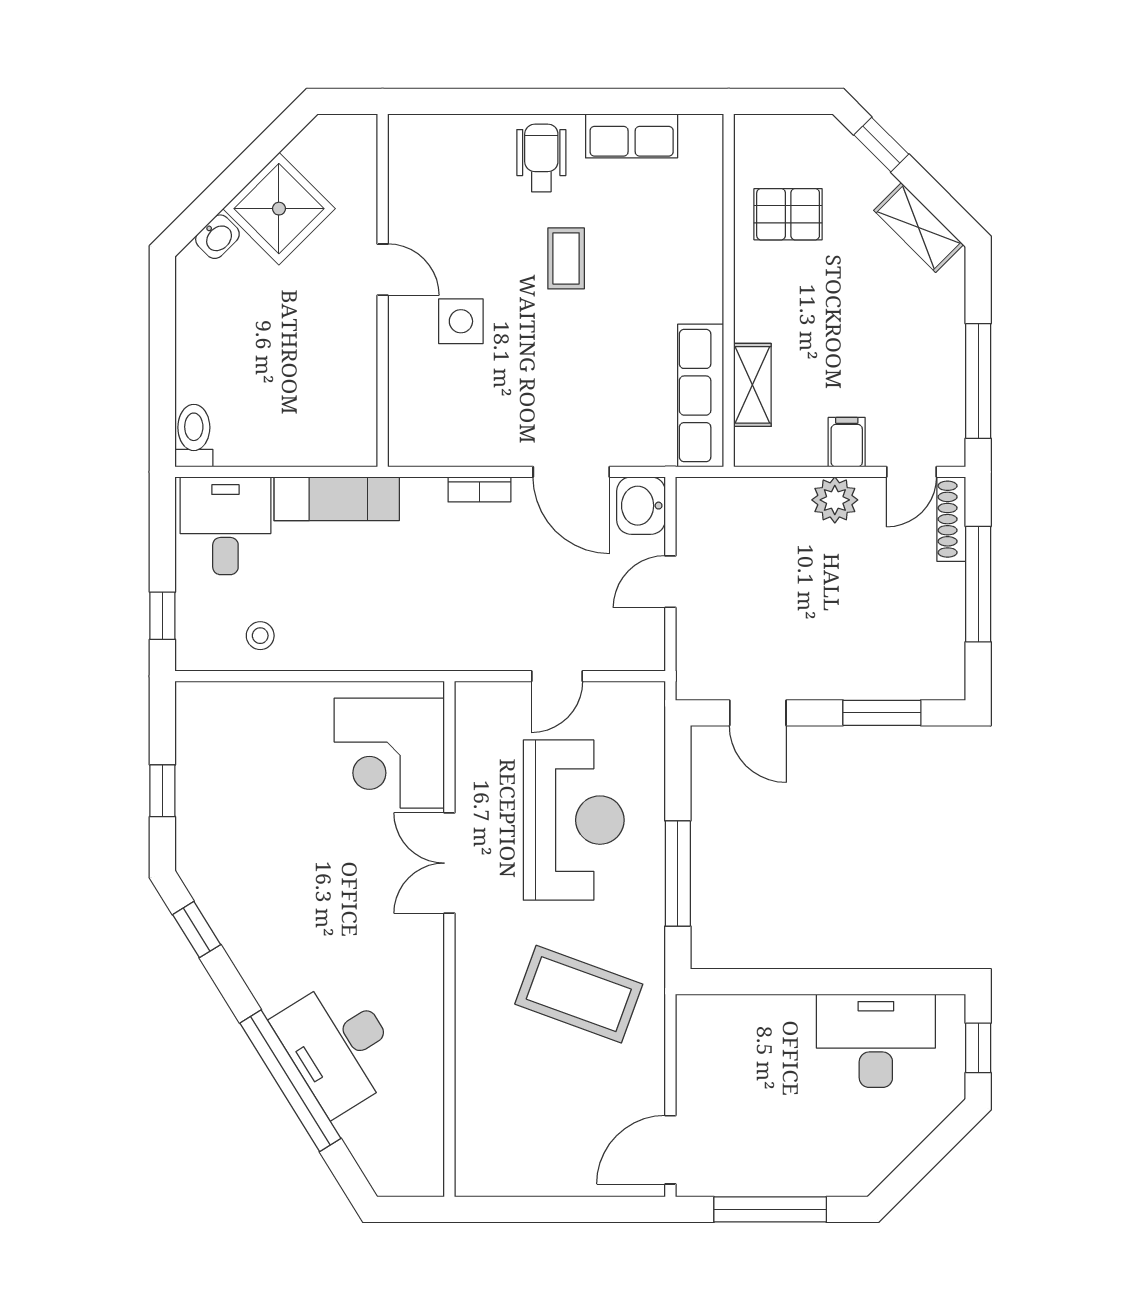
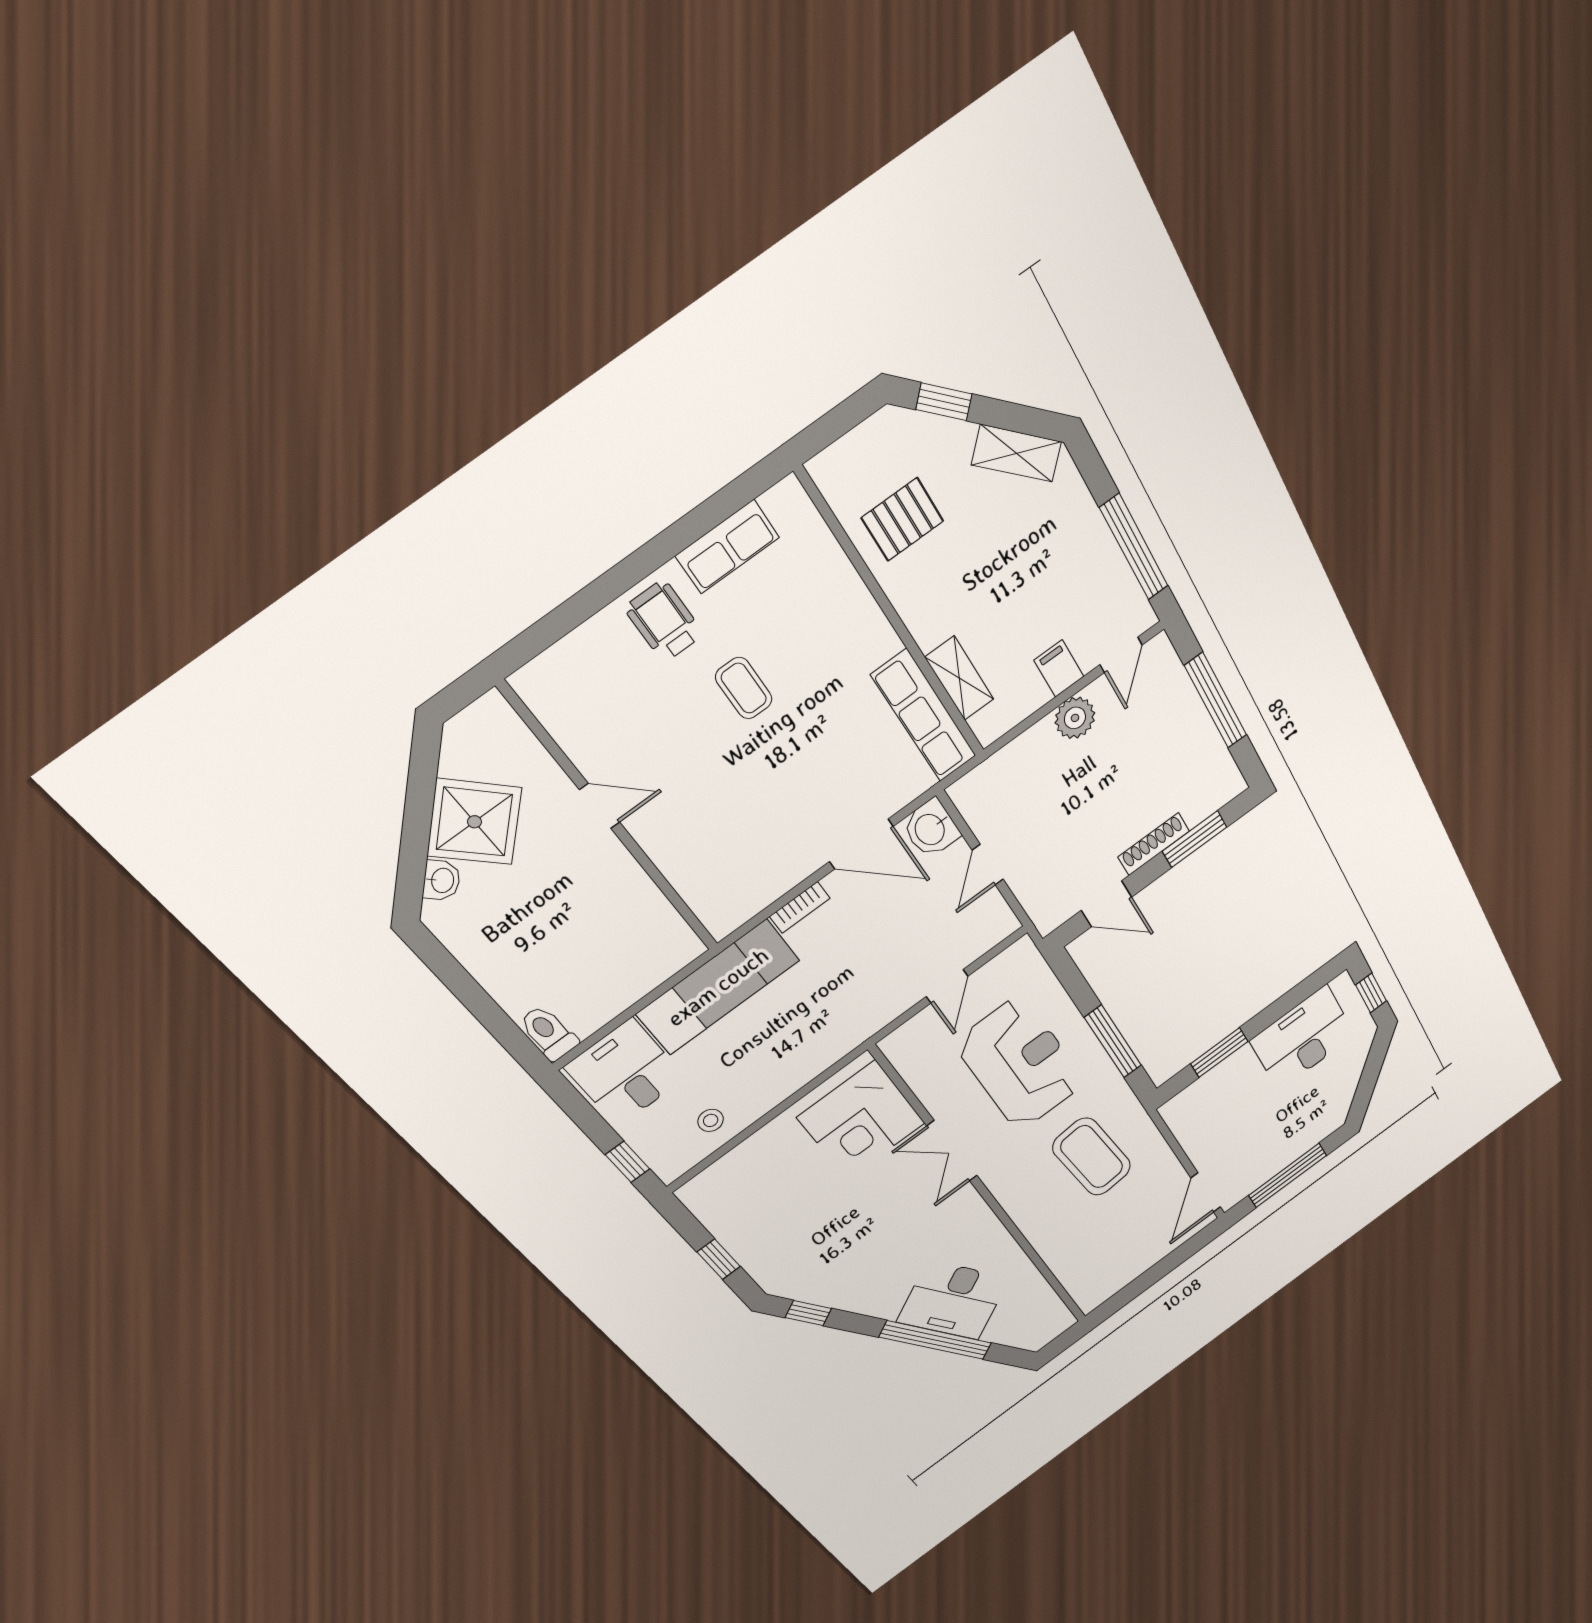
side table: (461, 321) -> (694, 799), removed
exam couch: (337, 499) -> (718, 987), width x1.36, depth x1.45
shoe rack: (951, 519) -> (1154, 844), moved, turned 90
window: (778, 982) -> (1219, 1053), added
coffee table: (579, 994) -> (1092, 1157), turned 65

